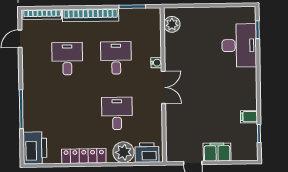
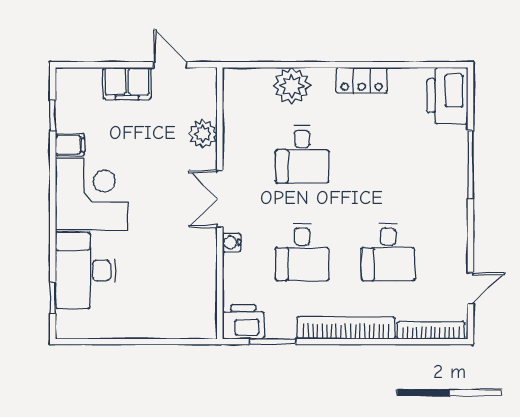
plant: (172, 24) -> (203, 134), moved
corner desk: (236, 89) -> (91, 194), added
printer: (147, 153) -> (243, 322), moved, turned 180
locker: (84, 156) -> (362, 80), width x0.66

